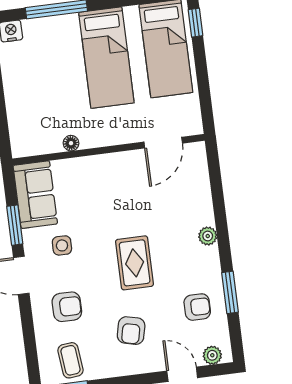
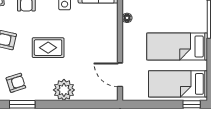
plant: (208, 236) -> (64, 90), width x1.87, depth x1.87
armchair: (197, 307) -> (16, 83), turned -108

